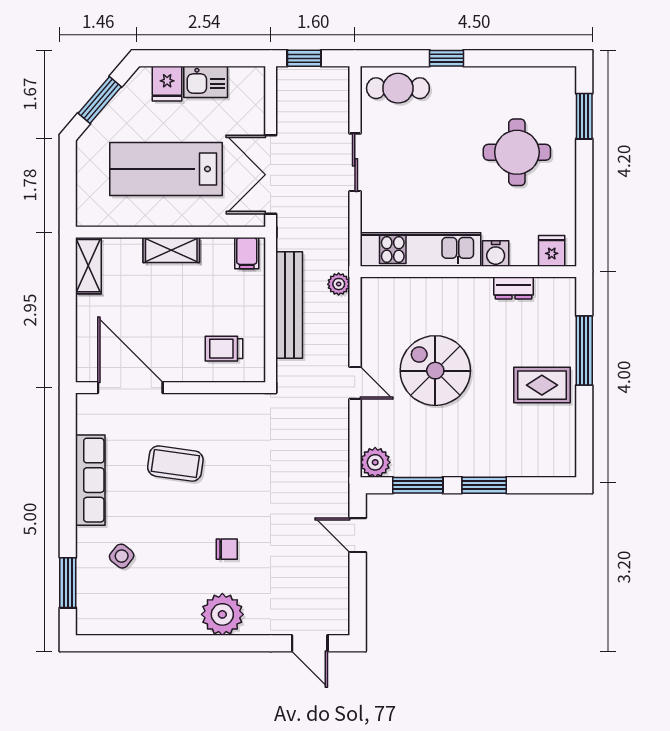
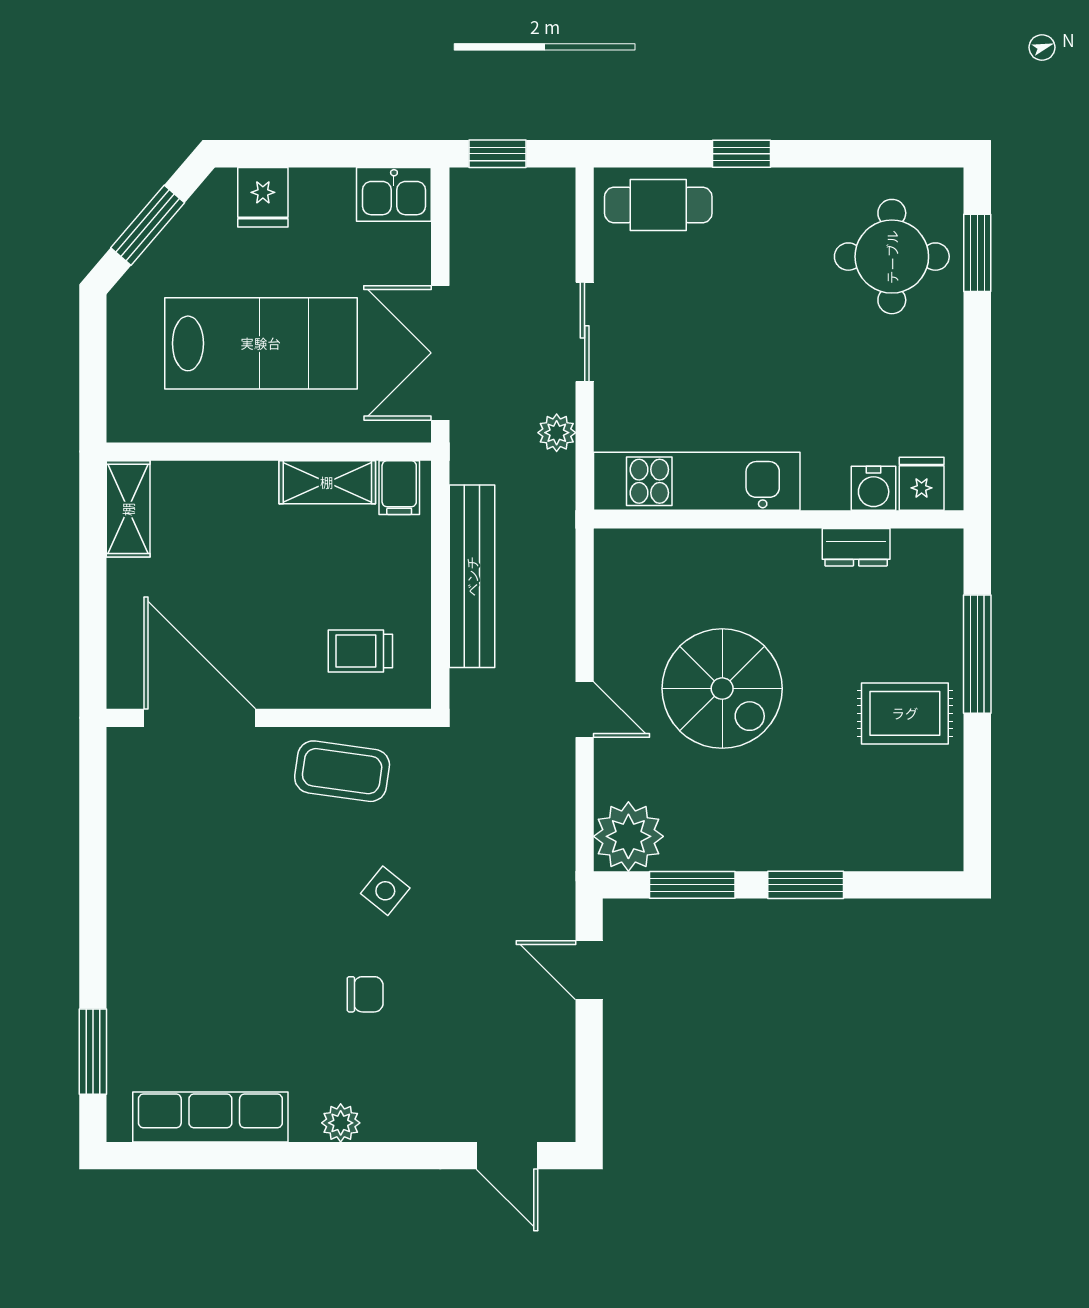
kitchen sink: (206, 82) -> (394, 194), moved
round table: (517, 152) -> (892, 257), moved
lab bench: (166, 169) -> (261, 343), turned 180
shelving: (171, 250) -> (327, 482), moved
water cooler: (496, 254) -> (874, 488), moved
plant: (339, 284) -> (557, 433), moved
spiral stairs: (435, 371) -> (722, 689), turned 180
plant: (375, 462) -> (628, 836), width x1.36, depth x1.36
coffee table: (175, 464) -> (342, 771), moved
row of seats: (90, 480) -> (210, 1117), moved, turned -90
side table: (122, 556) -> (385, 891), moved
plant: (222, 614) -> (341, 1123), width x0.53, depth x0.53

